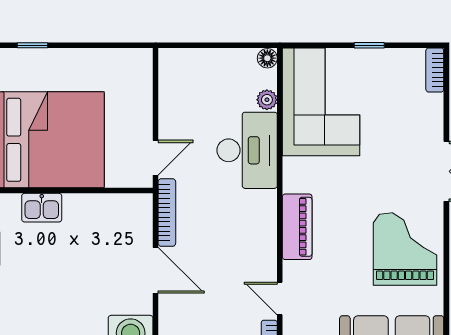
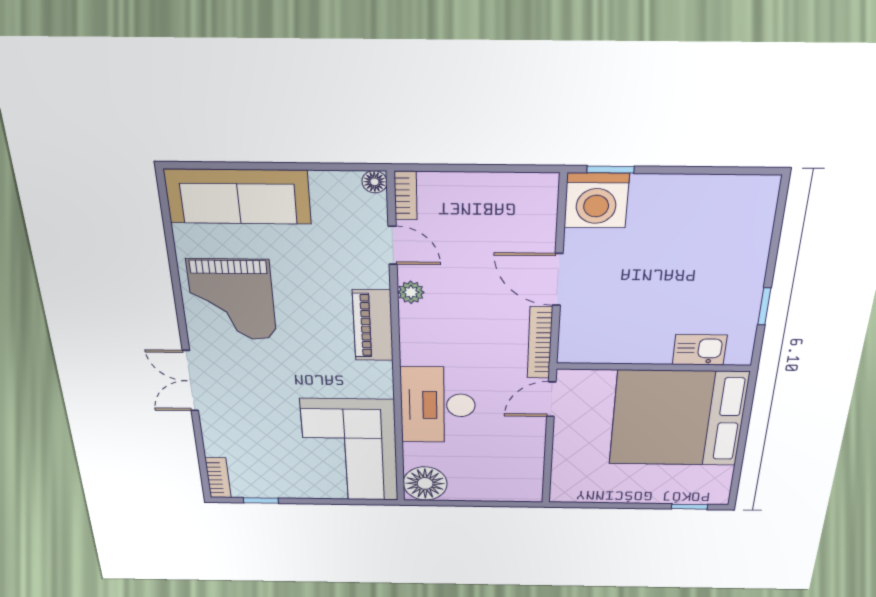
window: (369, 45) -> (261, 500), moved
floor lamp: (267, 58) -> (425, 483), width x1.89, depth x1.89
plant: (267, 100) -> (411, 292), moved

